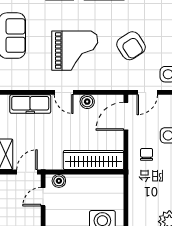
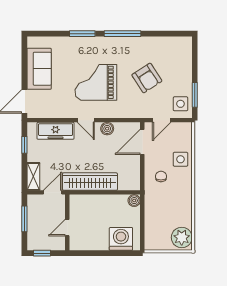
grand piano: (75, 51) -> (96, 82), turned 180
wardrobe: (94, 160) -> (90, 182), moved
boiler: (59, 181) -> (134, 201), moved
door: (43, 197) -> (67, 228), moved

